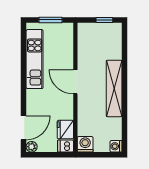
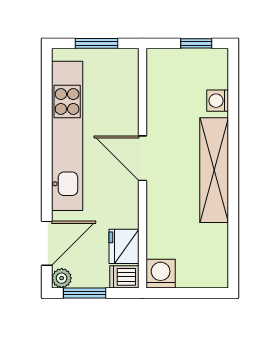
kitchen unit: (35, 59) -> (67, 136), width x1.36
washing machine: (116, 146) -> (218, 101), moved
window: (44, 155) -> (85, 293), added

